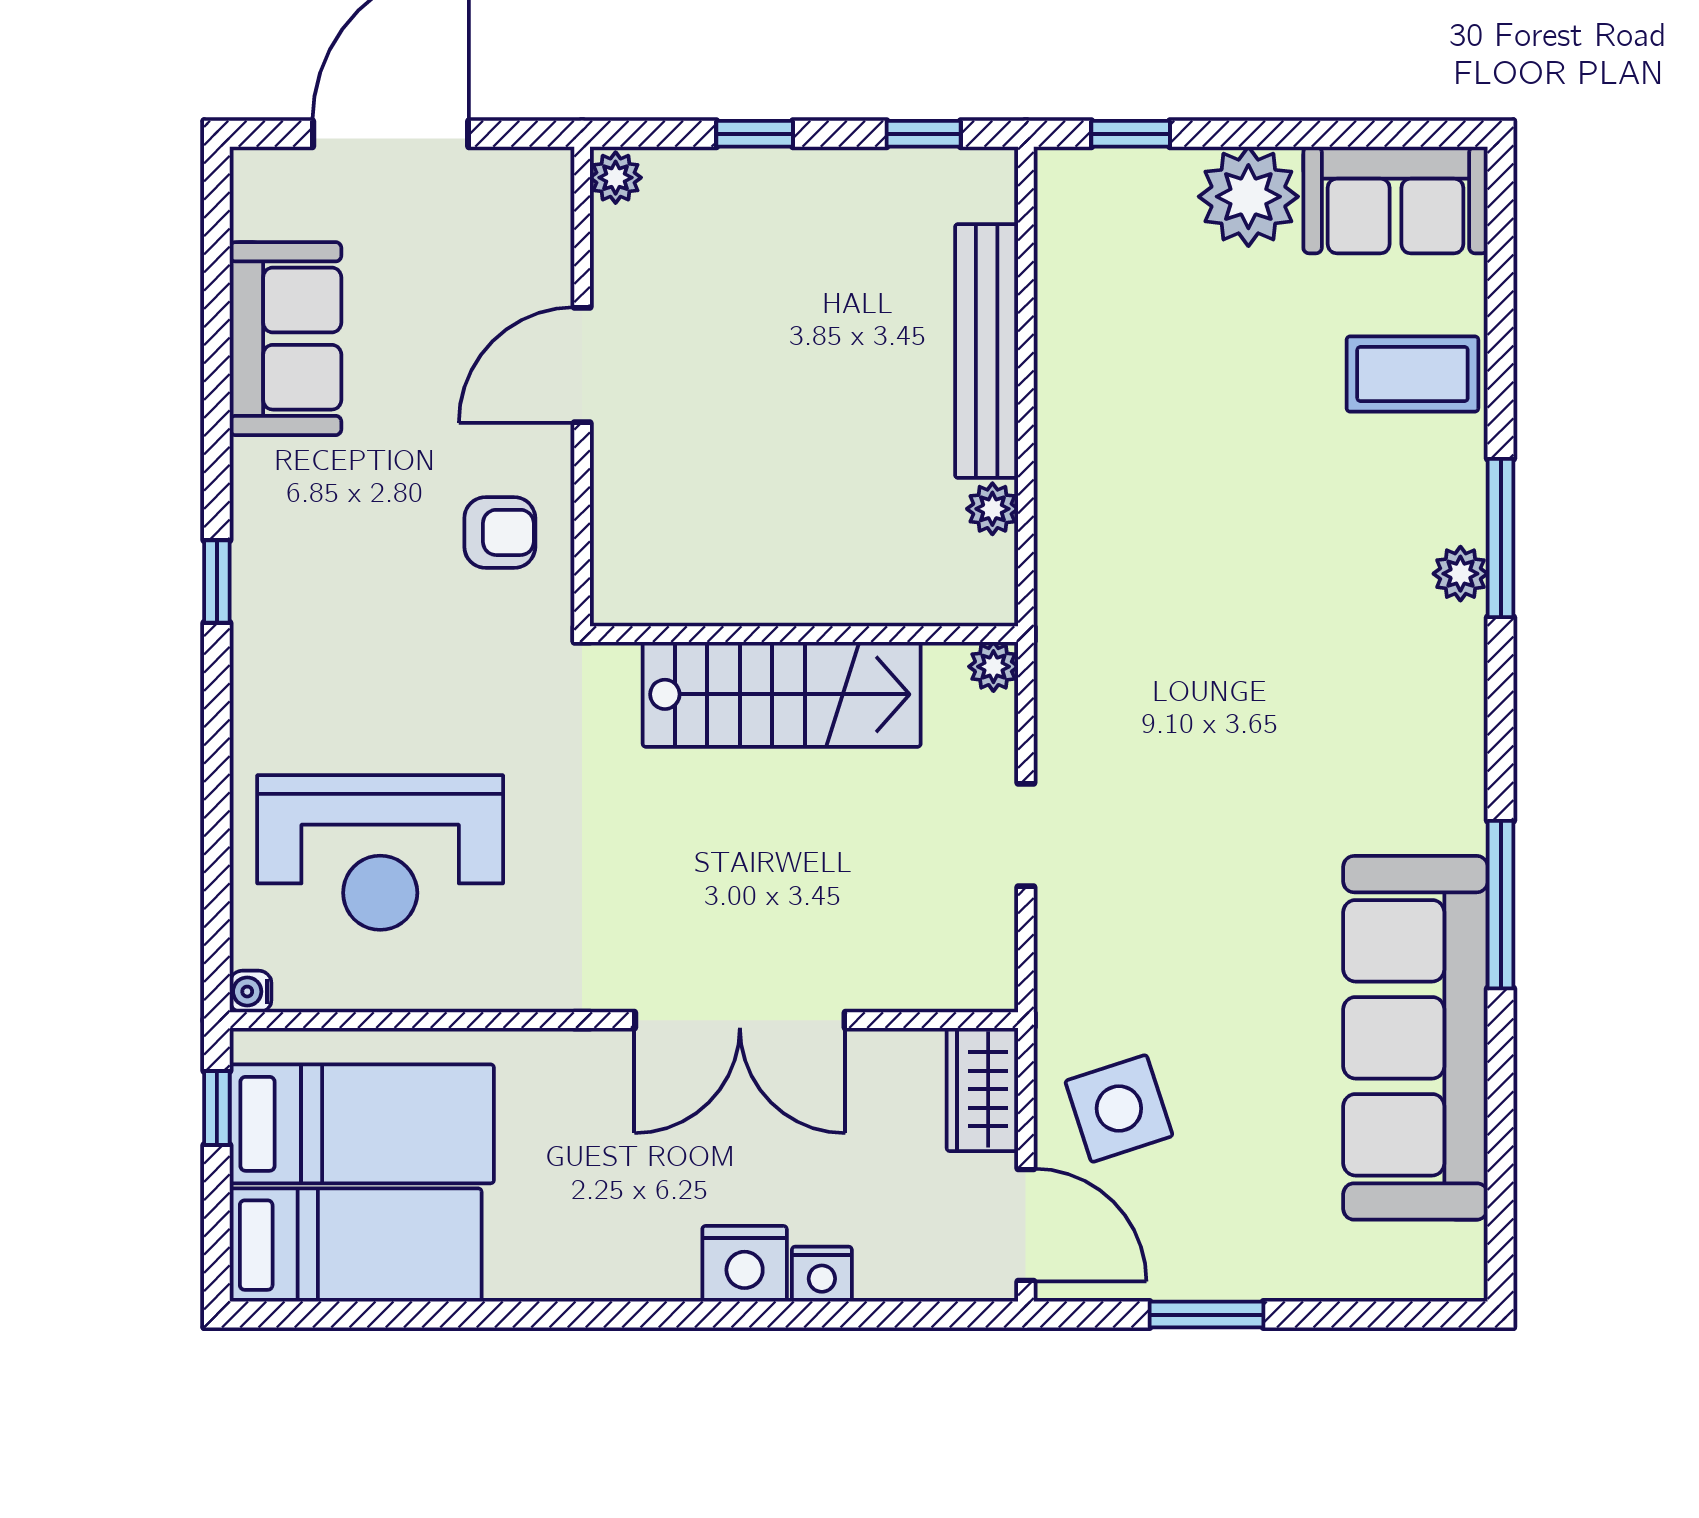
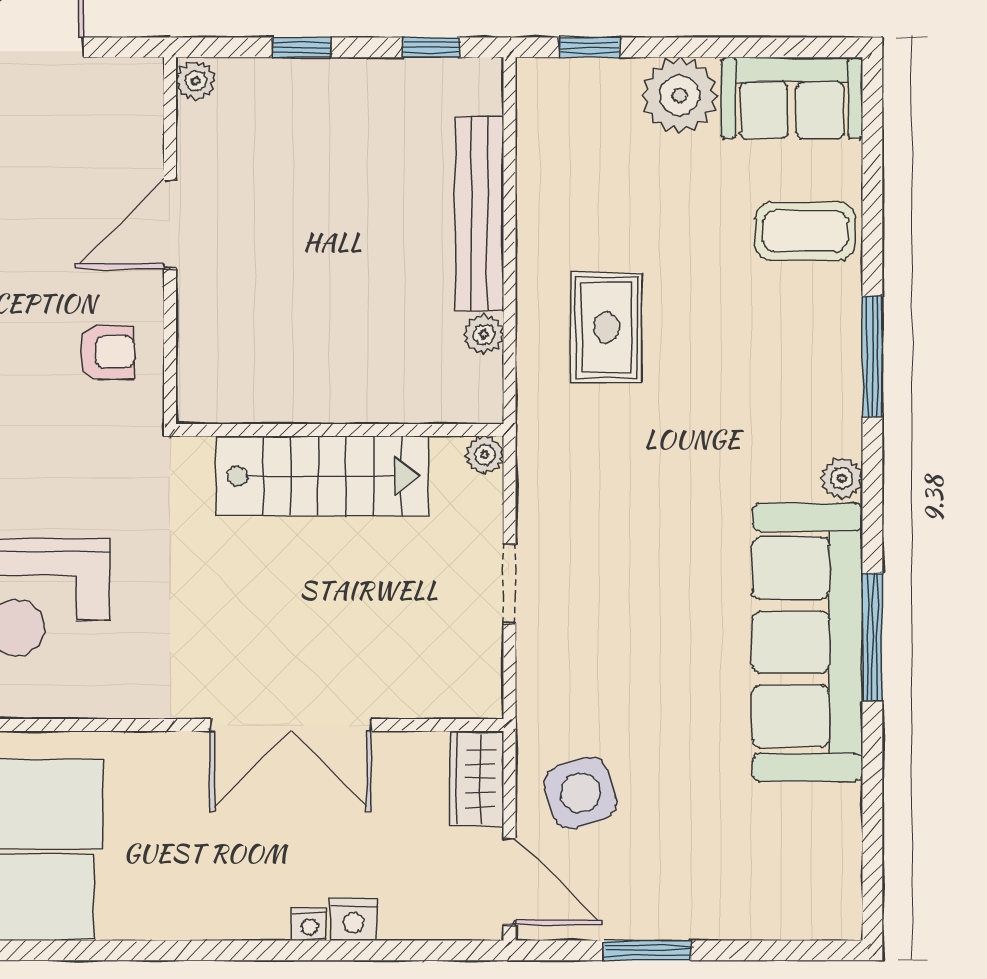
rug: (1153, 500) -> (606, 327), added
plant: (1460, 574) -> (842, 478), moved
sofa: (1415, 1038) -> (807, 642), moved
nightstand: (745, 1264) -> (309, 924), width x0.53, depth x0.56

